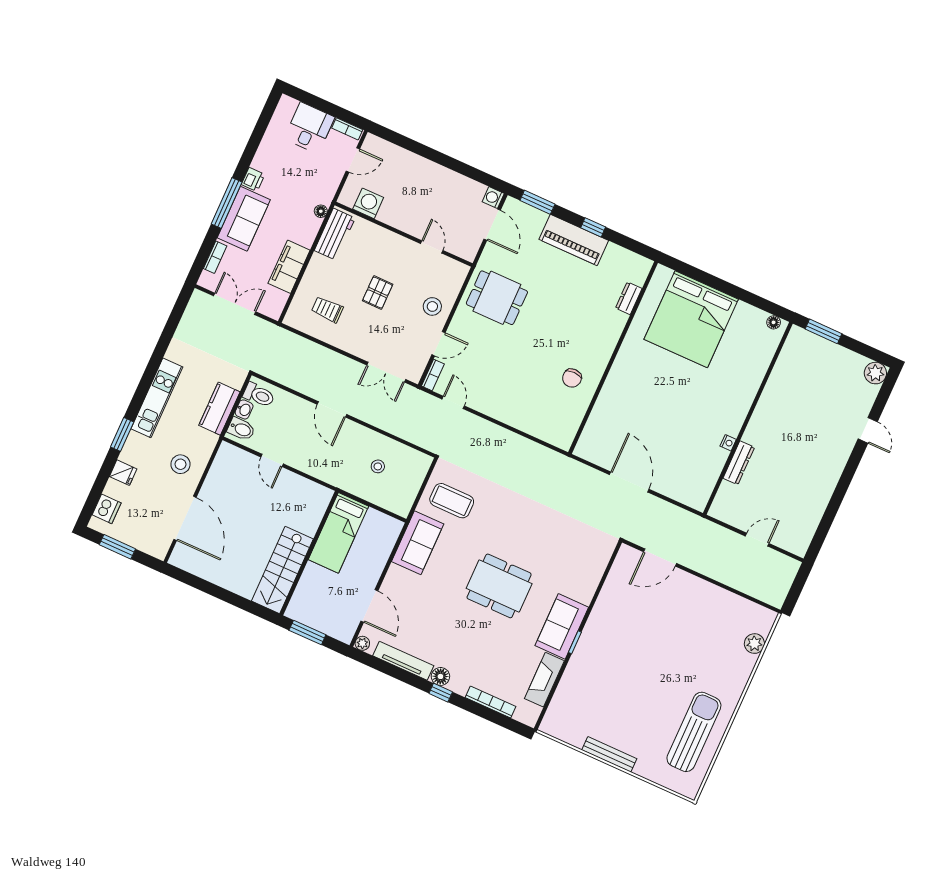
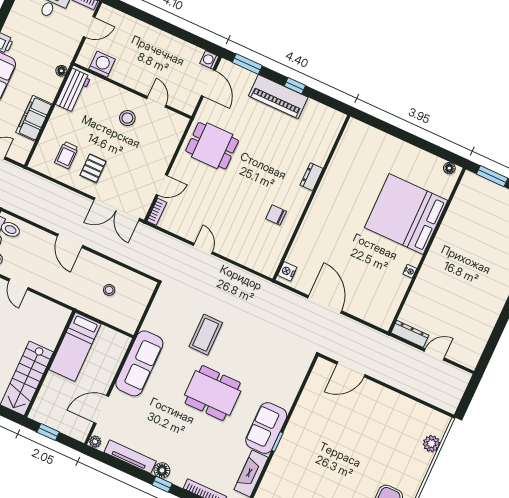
pallet: (378, 293) -> (93, 168), moved
dresser: (629, 298) -> (311, 177), moved
stool: (432, 306) -> (127, 118), moved
trolley: (327, 310) -> (67, 155), turned -90
bed: (691, 319) -> (406, 214), moved, turned 90
double door: (386, 372) -> (117, 209), width x1.37
chair: (572, 378) -> (276, 215), turned 90
door: (453, 402) -> (203, 249), moved
nightstand: (585, 444) -> (287, 271), added
dresser: (739, 463) -> (410, 334), moved, turned -90
coffee table: (452, 501) -> (206, 335), moved, turned 90
sofa: (418, 543) -> (139, 363), width x1.36
door: (369, 606) -> (101, 410), swing flipped
window: (307, 633) -> (48, 432), width x0.67

